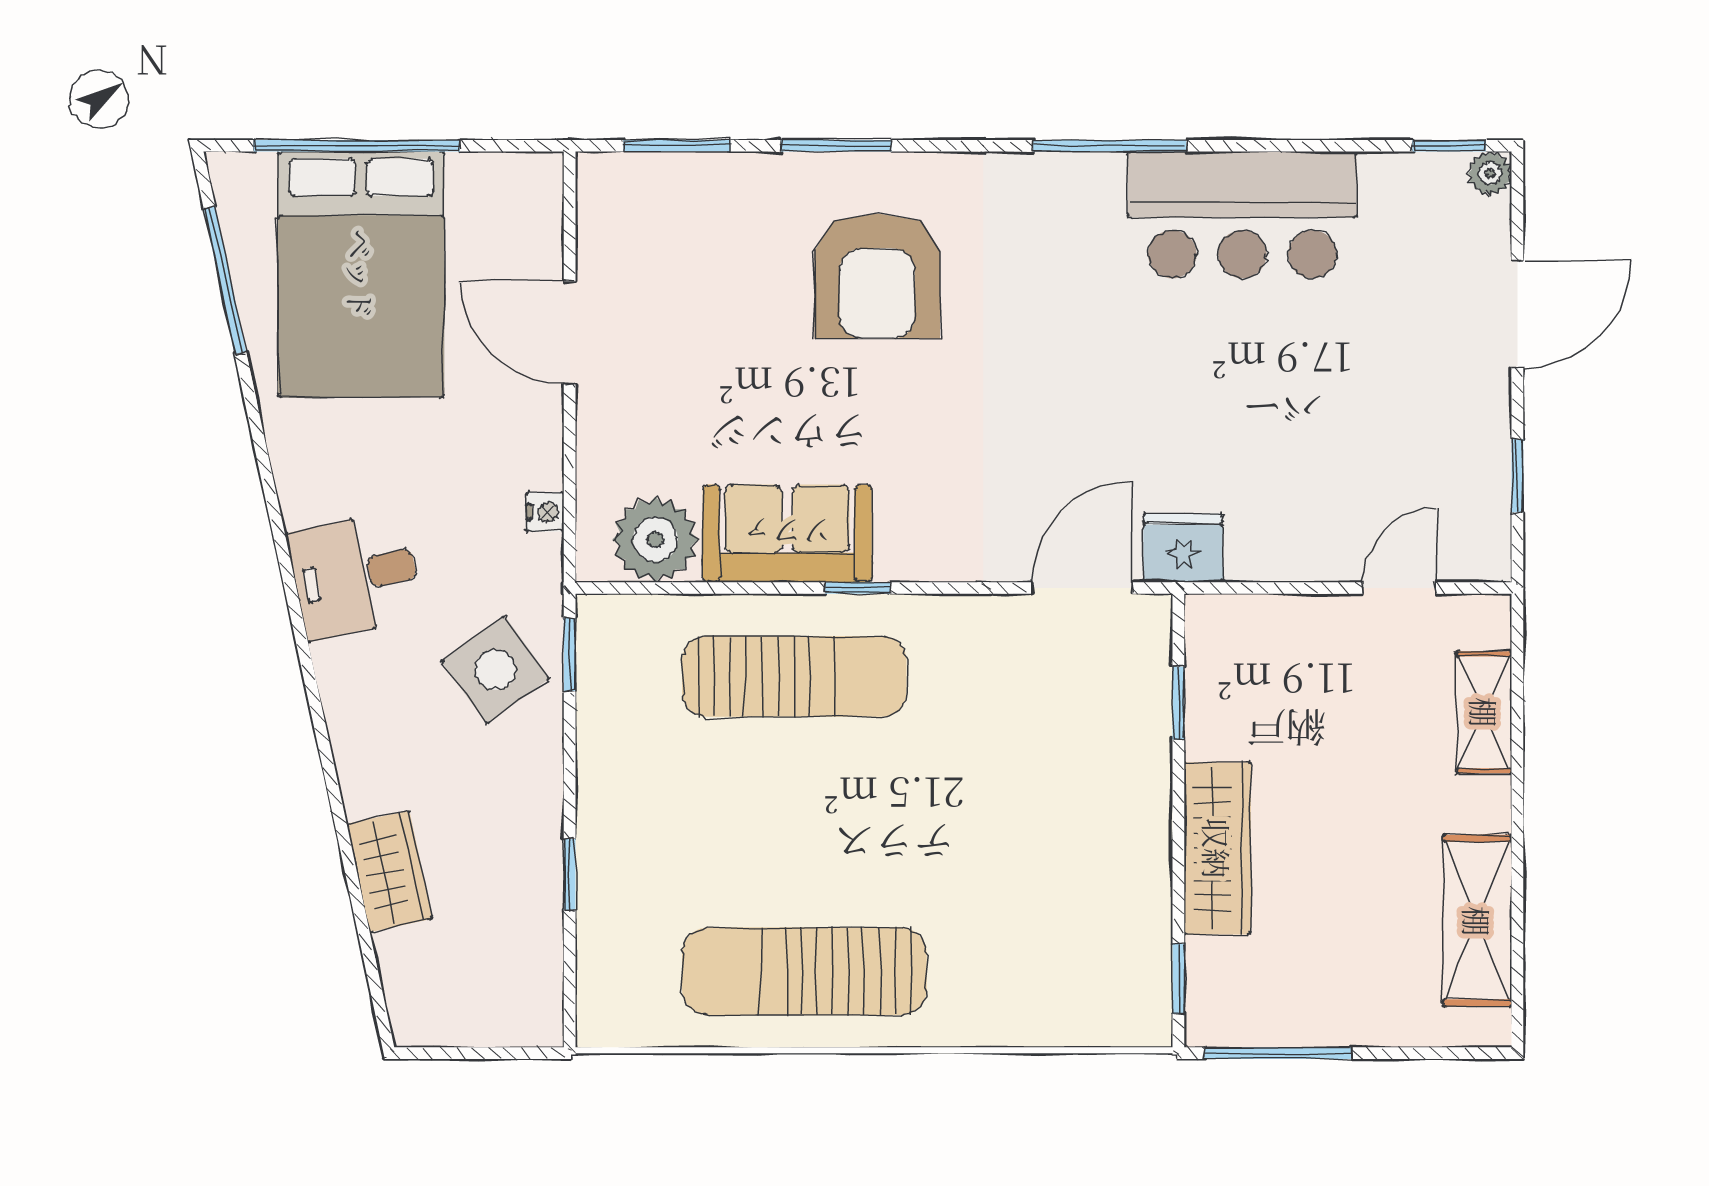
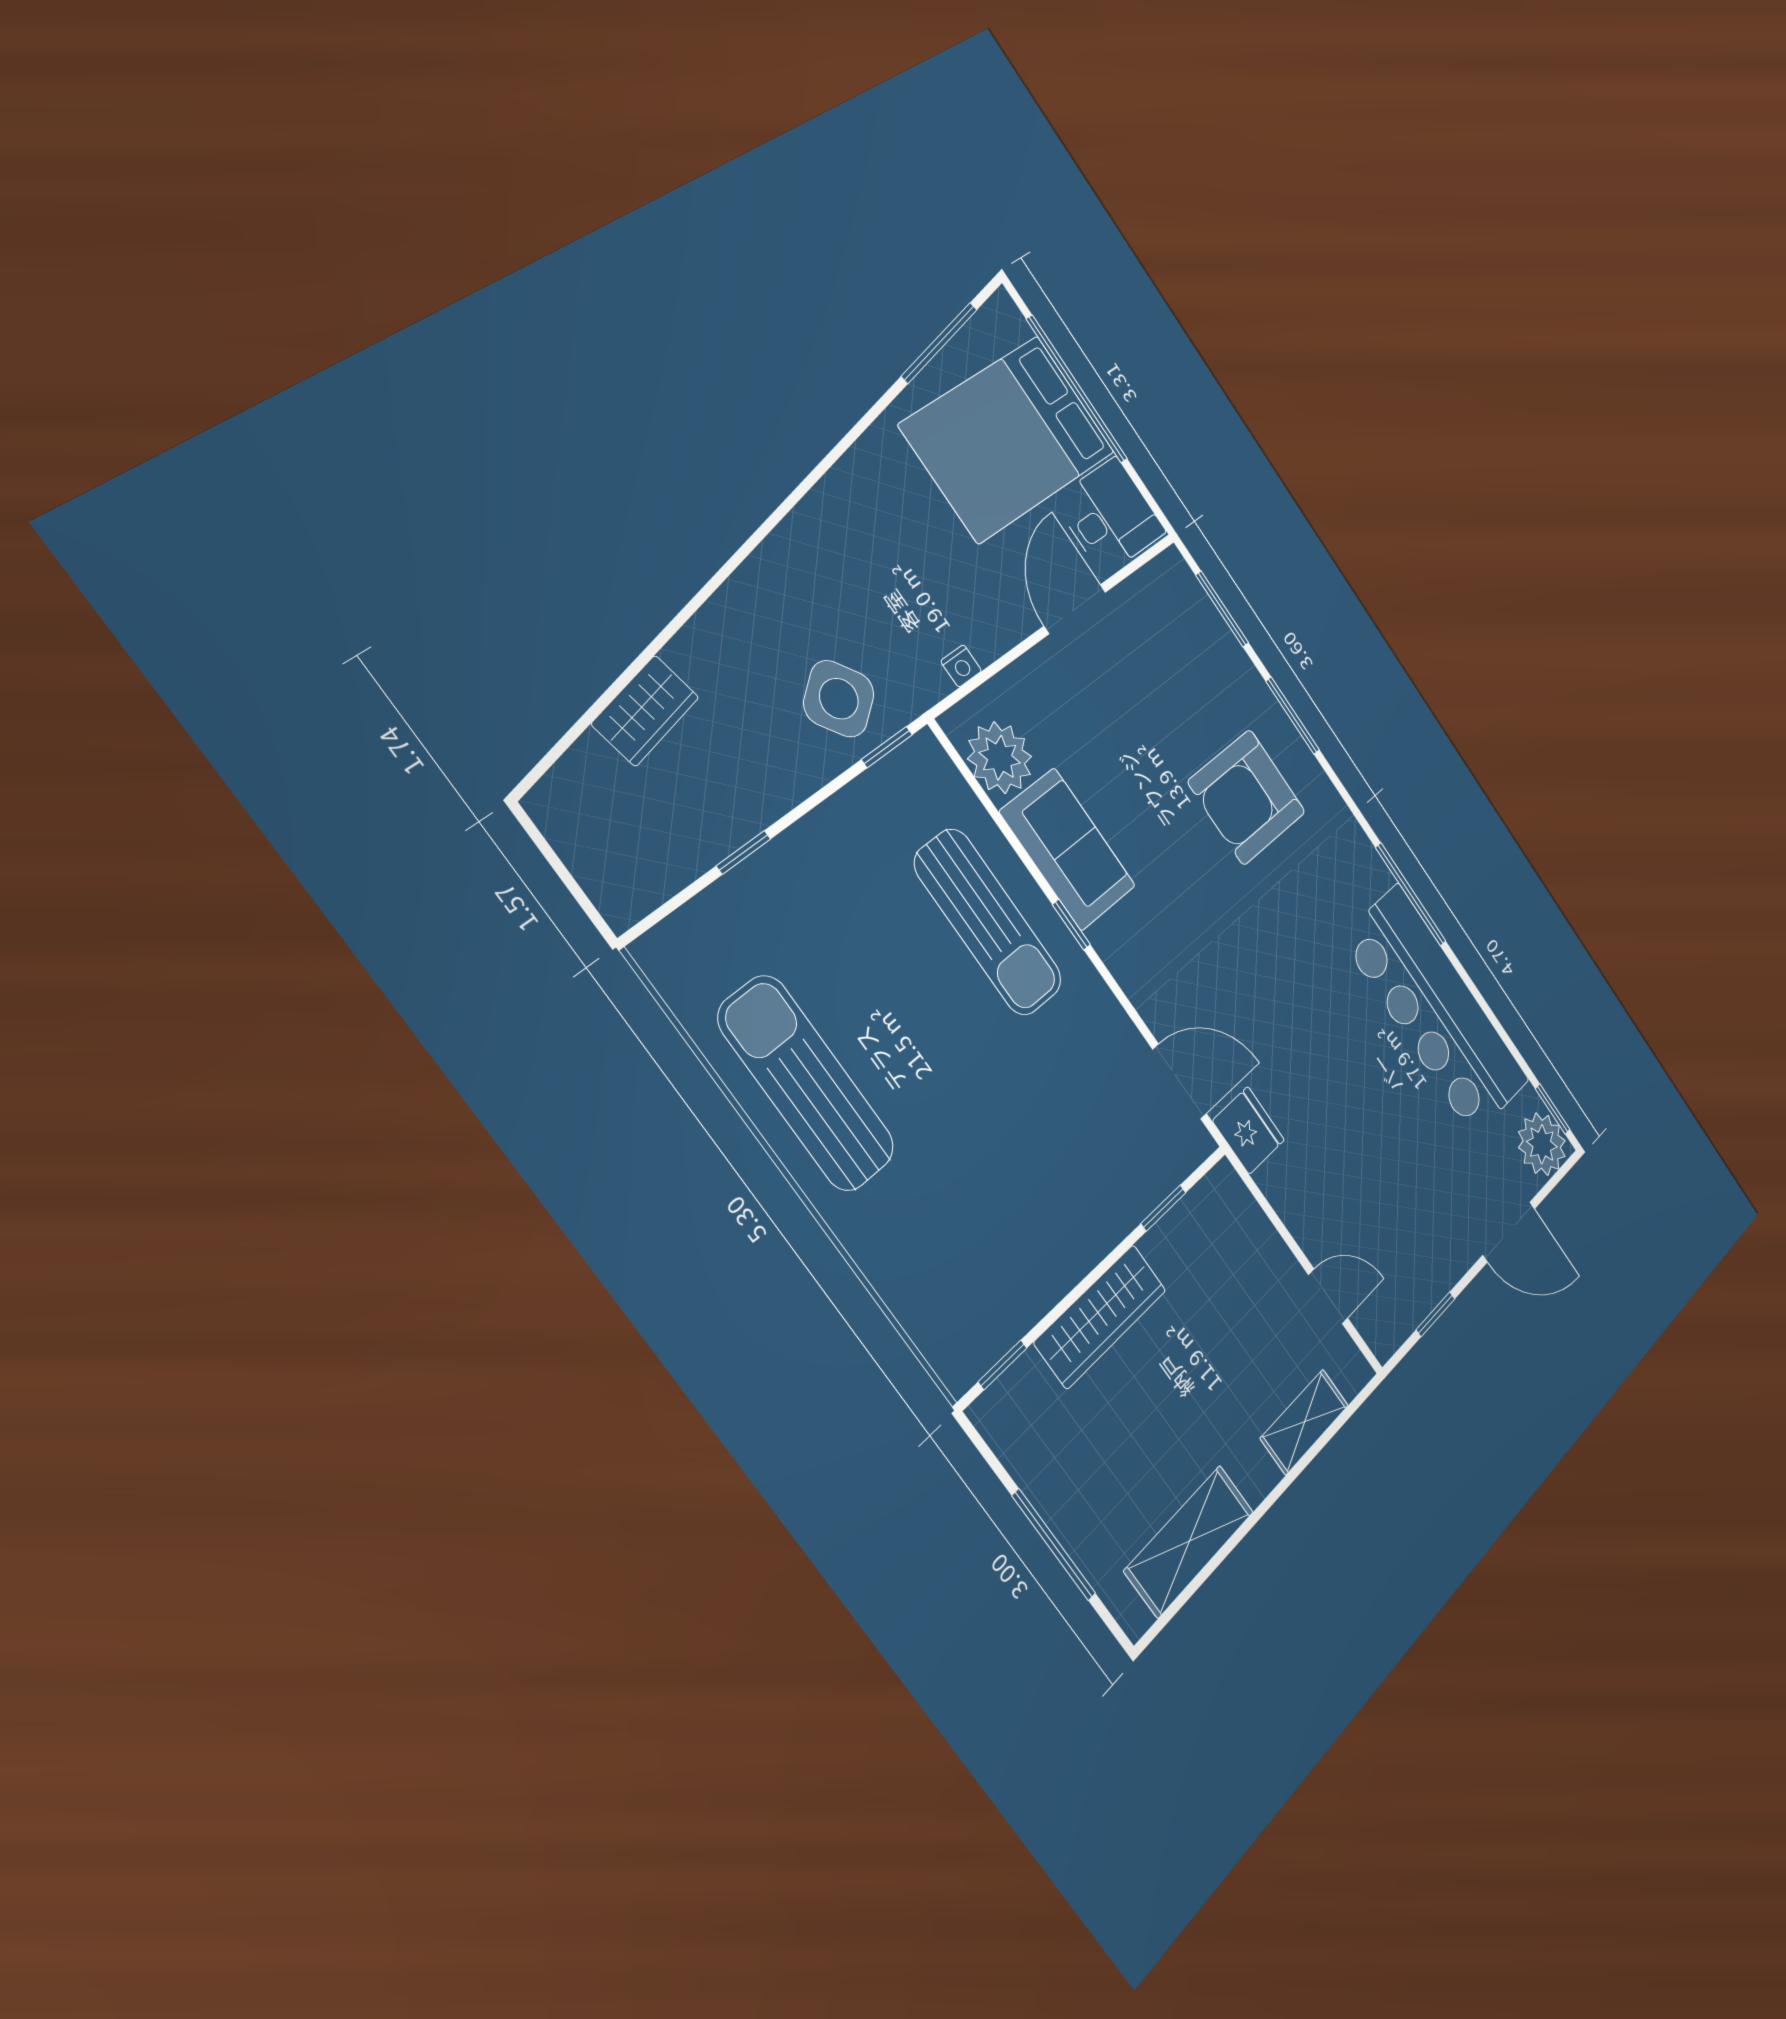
plant: (1490, 173) -> (1542, 1144), width x1.88, depth x1.88
bar counter: (1242, 215) -> (1436, 1010), width x1.36
desk: (355, 576) -> (1110, 516), moved, turned 102
window: (1278, 1053) -> (1054, 1545), moved

